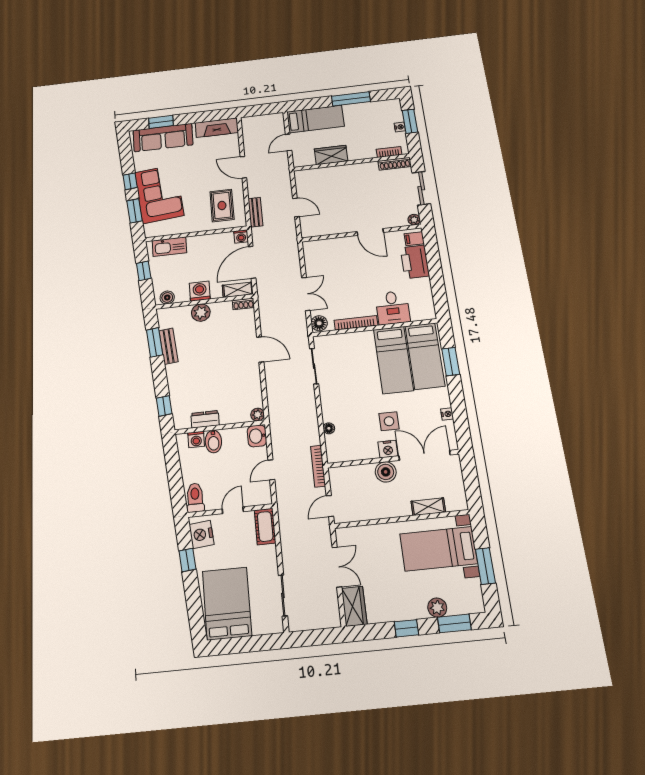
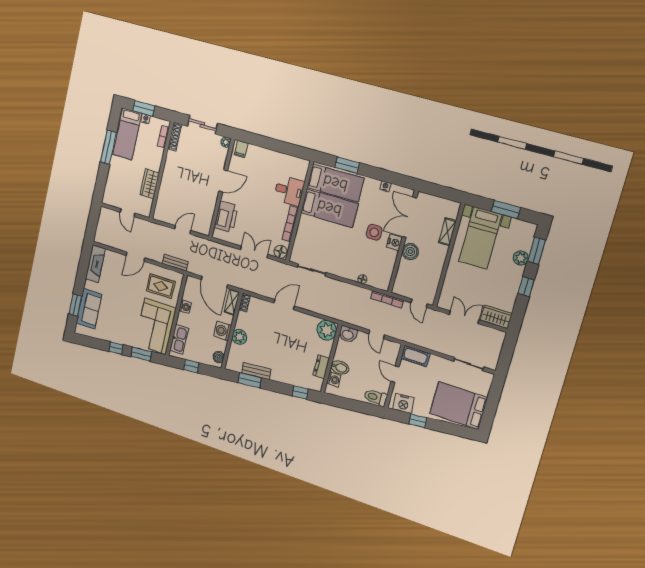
bed: (315, 119) -> (127, 134), moved, turned 180
sofa: (163, 138) -> (89, 309), width x0.73
corner sofa: (159, 194) -> (155, 326), moved, turned -85
washing machine: (241, 237) -> (185, 307), moved
printer: (415, 262) -> (226, 217), moved, turned -90
plant: (258, 415) -> (327, 330), width x1.87, depth x1.87

